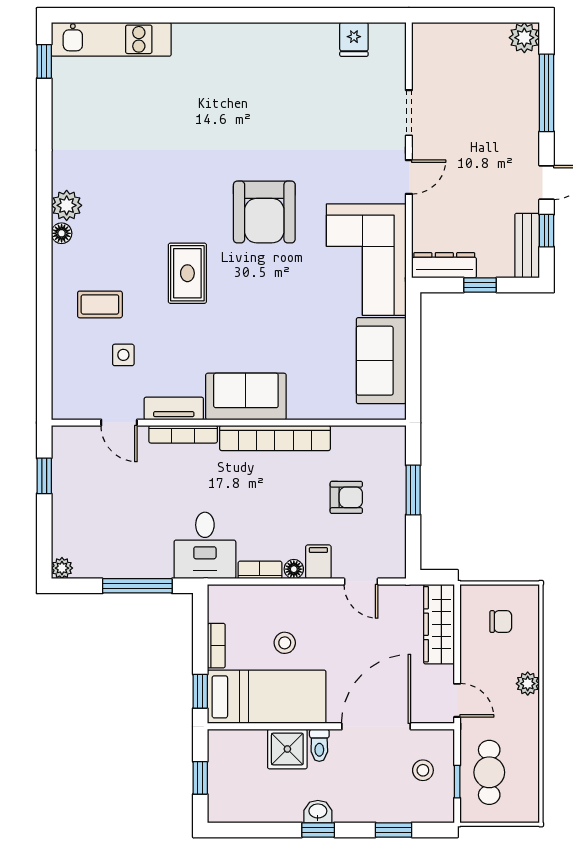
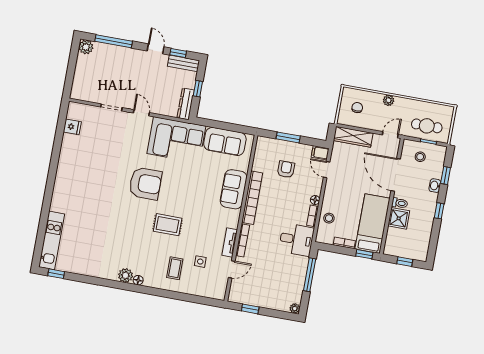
sofa: (246, 397) -> (234, 189), moved
filing cabinet: (318, 562) -> (320, 153), moved
door: (361, 582) -> (327, 170), swing flipped
stool: (285, 643) -> (329, 218), moved
washbasin: (318, 812) -> (435, 186), moved

